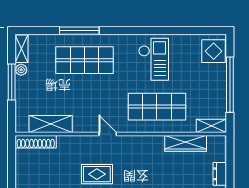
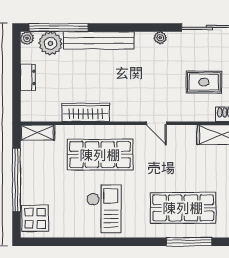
checkout: (154, 59) -> (104, 209), turned 180
wardrobe: (186, 143) -> (86, 112), moved
rug: (97, 174) -> (204, 82), moved

